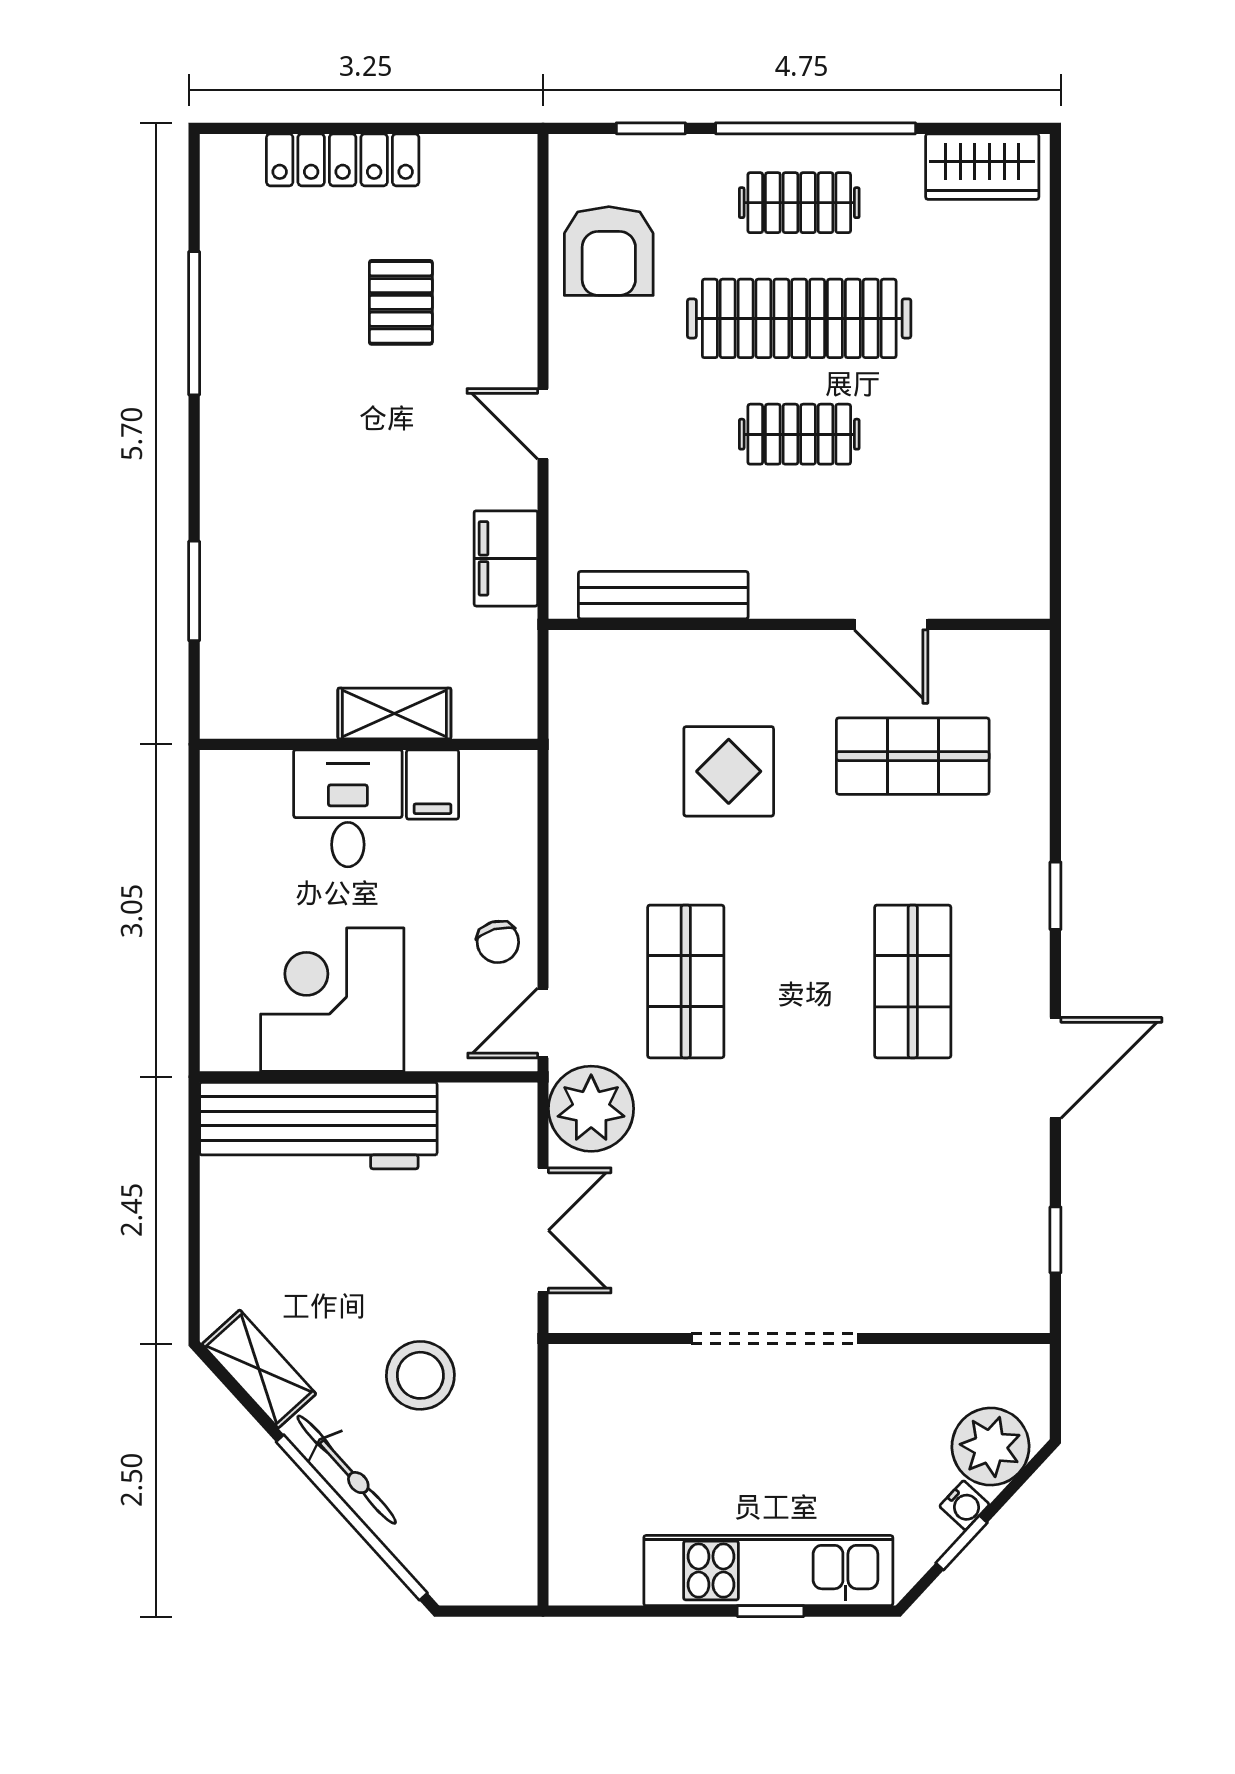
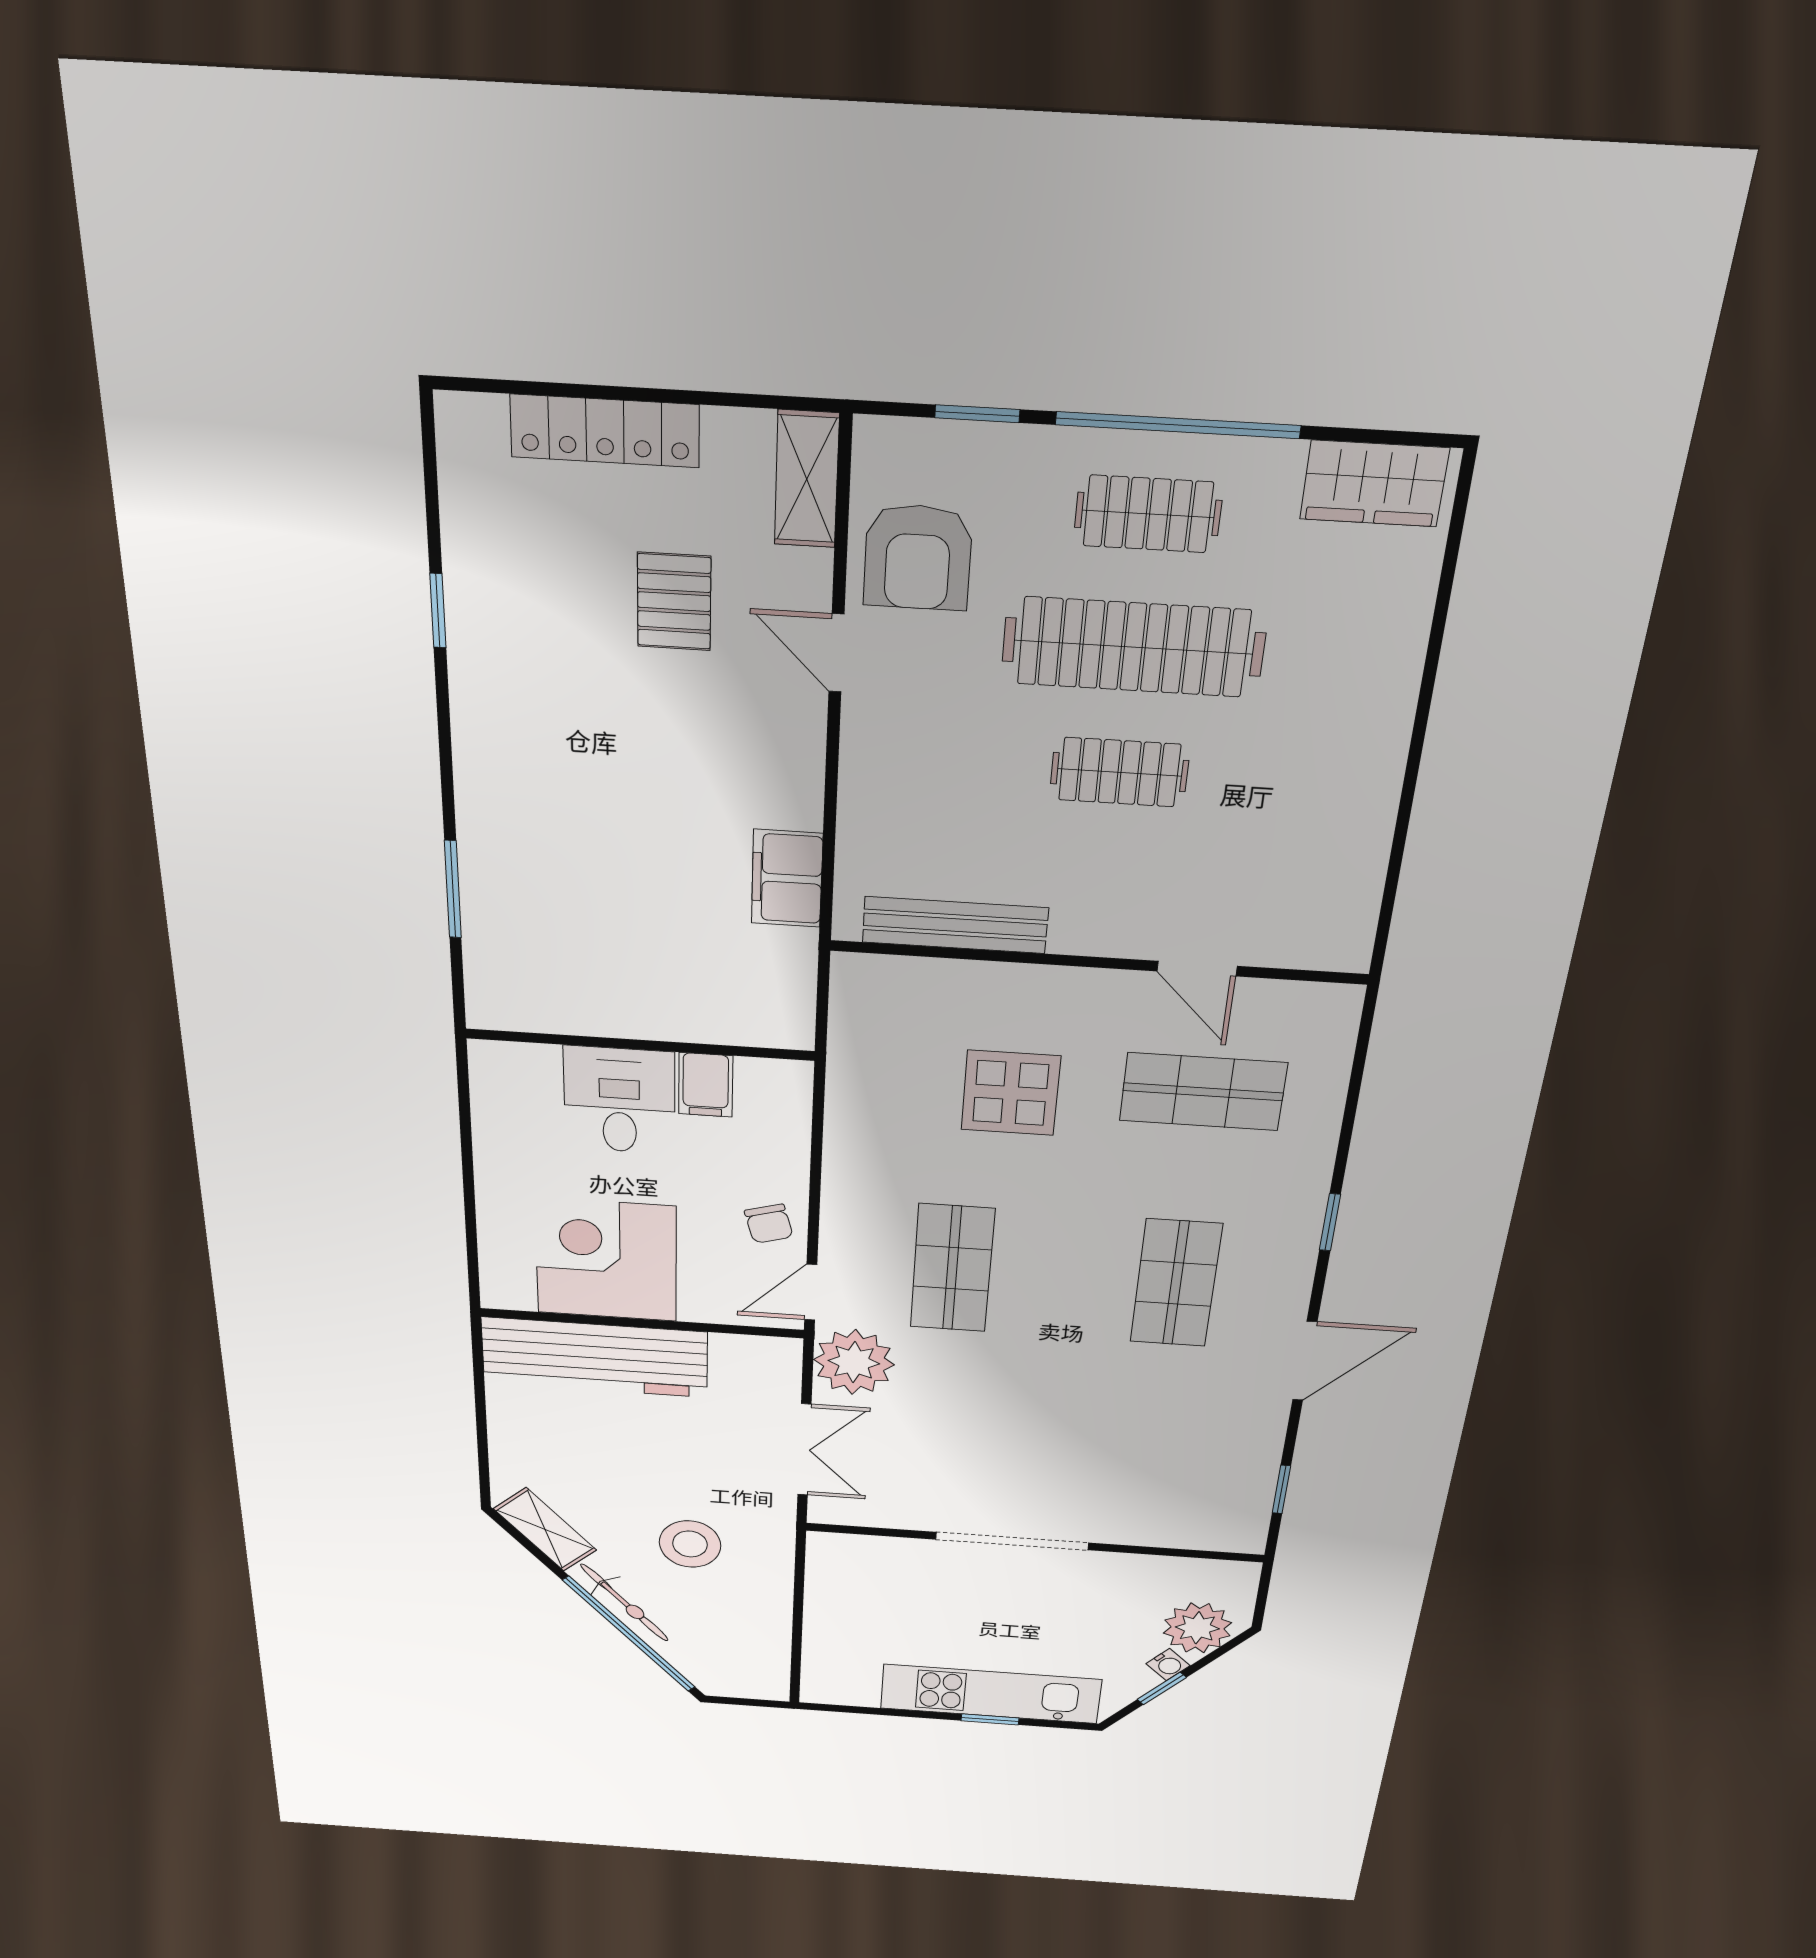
window: (194, 323) -> (438, 611), width x0.46
door: (543, 424) -> (836, 653), moved
shelving: (394, 713) -> (807, 479), moved, turned 90

